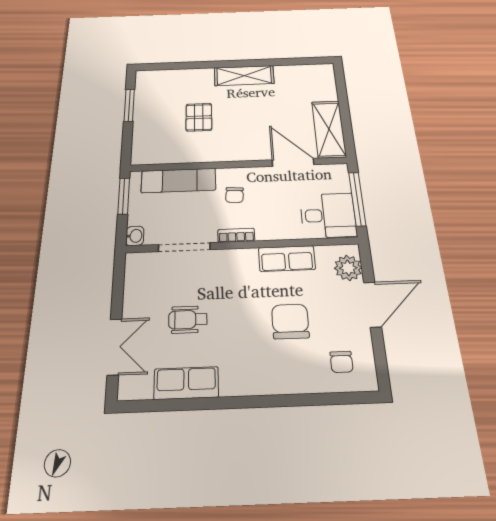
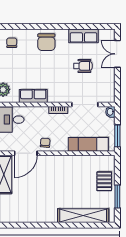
shelving: (244, 76) -> (83, 216), moved, width x1.47
pallet: (199, 117) -> (104, 181), moved
door: (293, 162) -> (26, 153), hinge flipped
chair: (234, 195) -> (45, 143), moved
chair: (290, 321) -> (46, 42), moved

